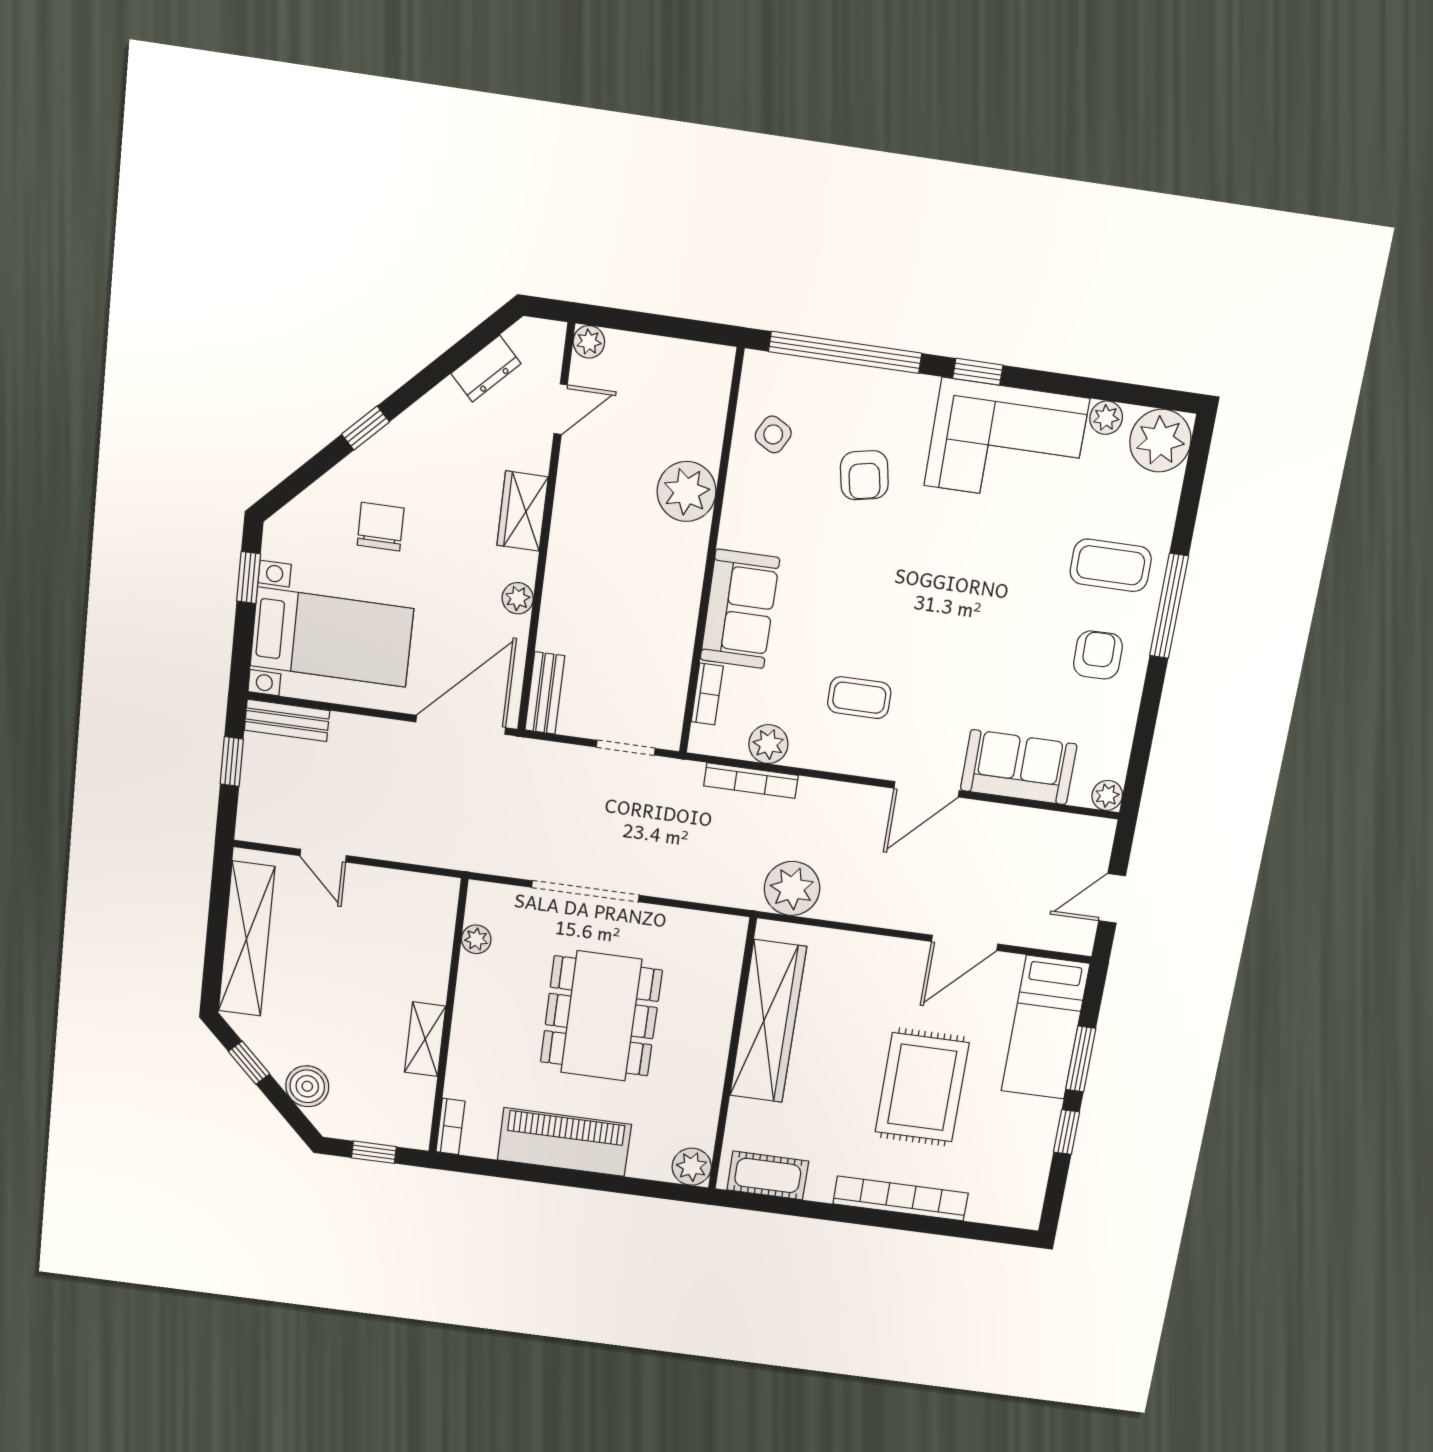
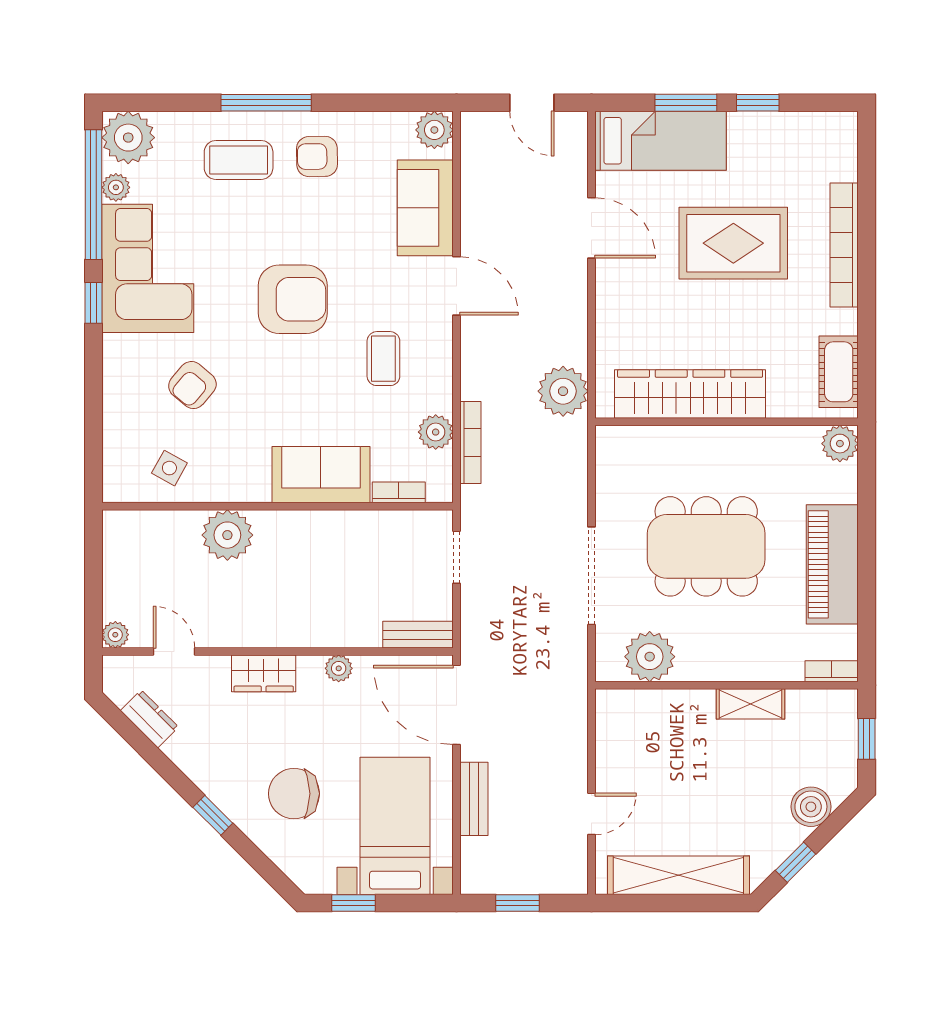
window: (845, 352) -> (94, 195), moved
armchair: (864, 475) -> (192, 385), turned 141
chair: (381, 527) -> (294, 794), width x1.37, depth x1.37
coffee table: (1111, 565) -> (239, 160), turned 90
armchair: (943, 605) -> (293, 299), added
bench: (287, 720) -> (474, 799), moved
plant: (1107, 795) -> (434, 130), width x1.38, depth x1.38
plant: (476, 939) -> (650, 657), width x1.88, depth x1.88

